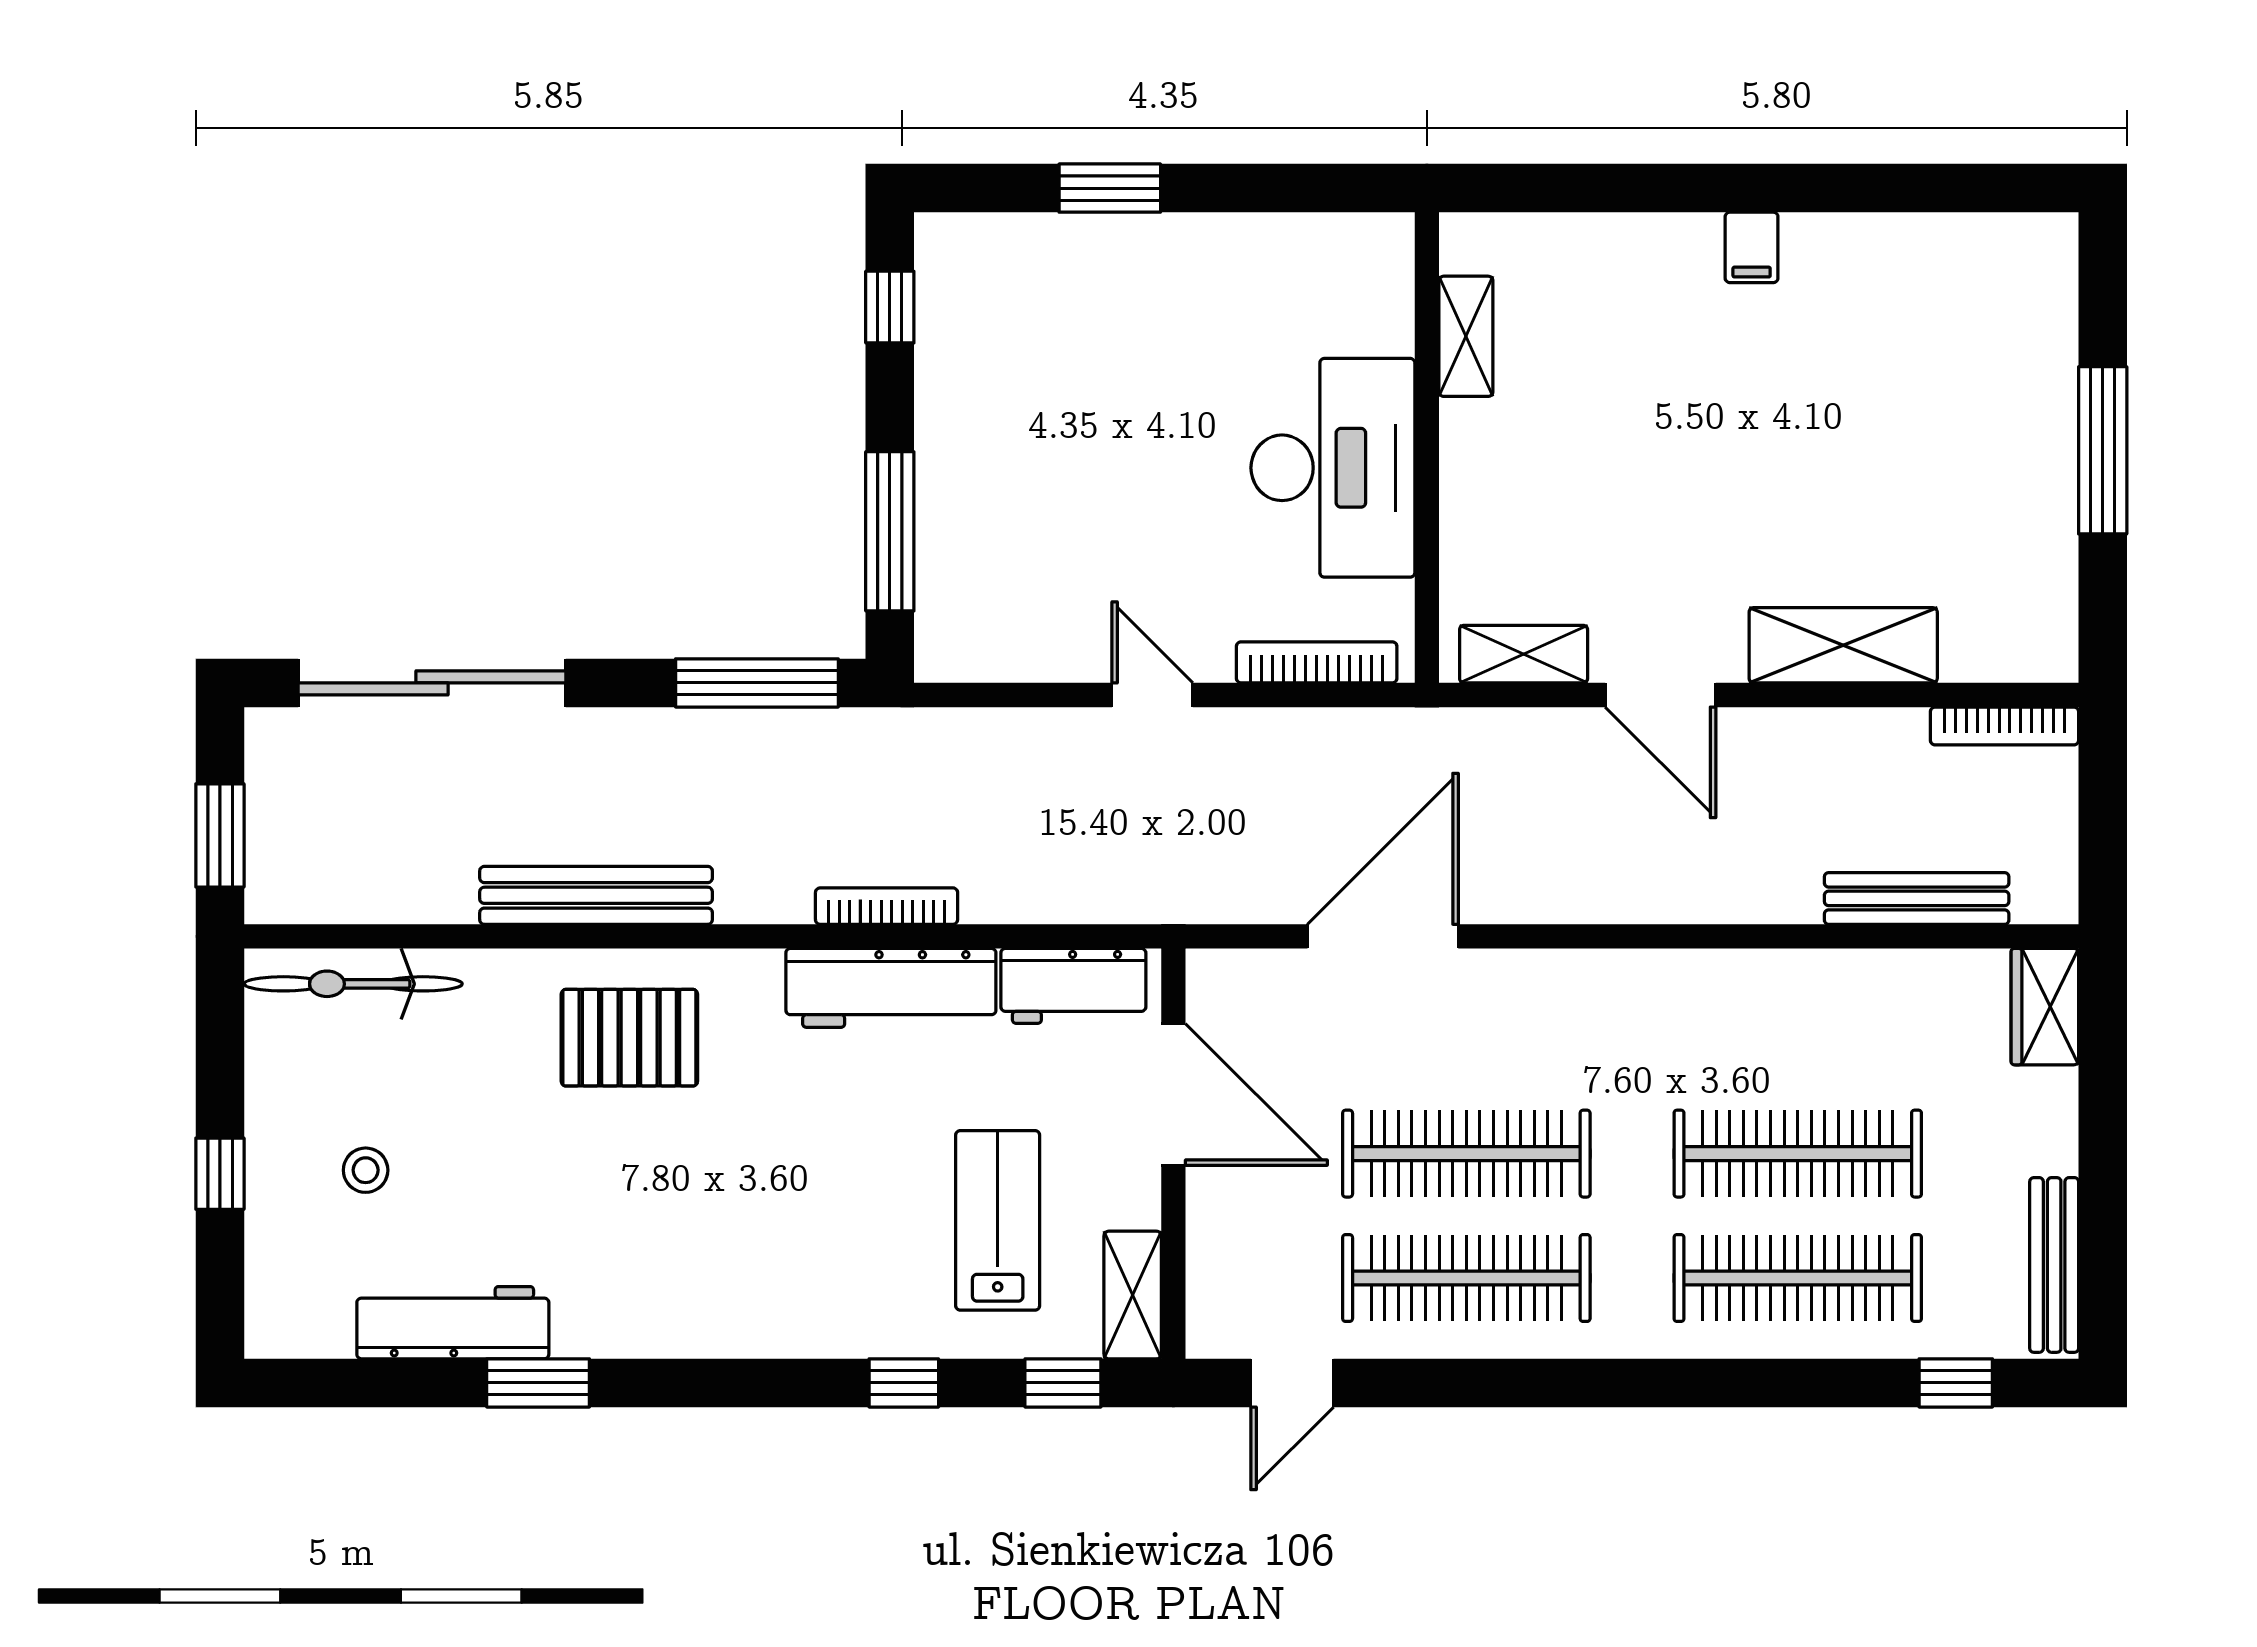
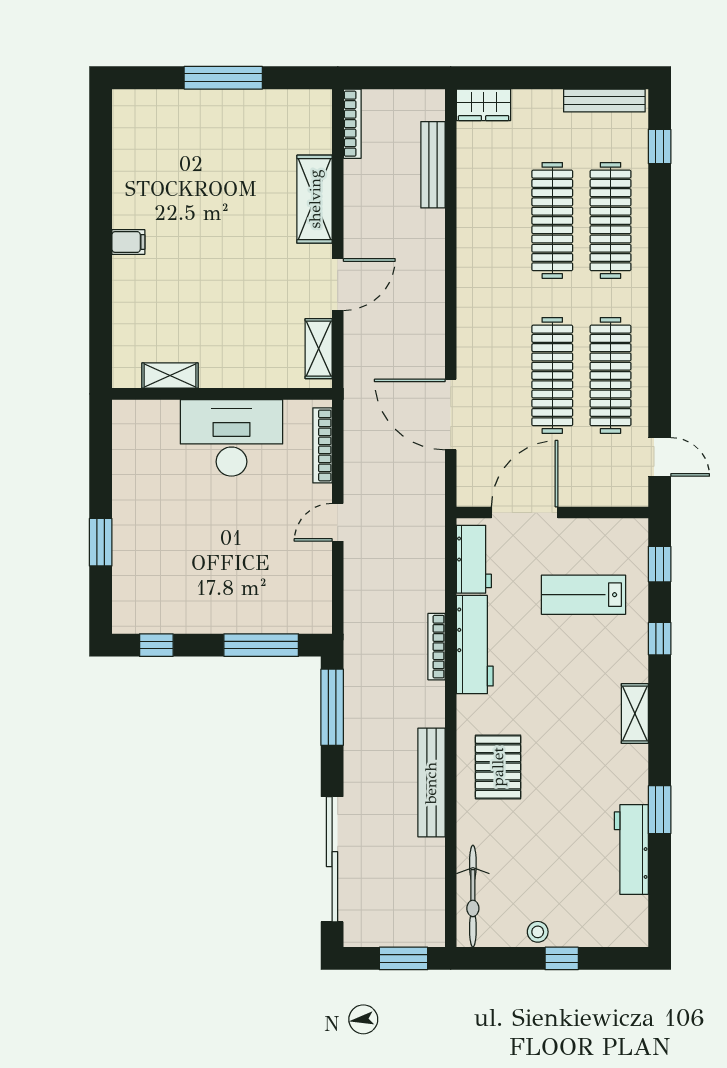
stool: (366, 1170) -> (538, 932), moved
shelving: (1133, 1295) -> (635, 714), moved, turned 90

